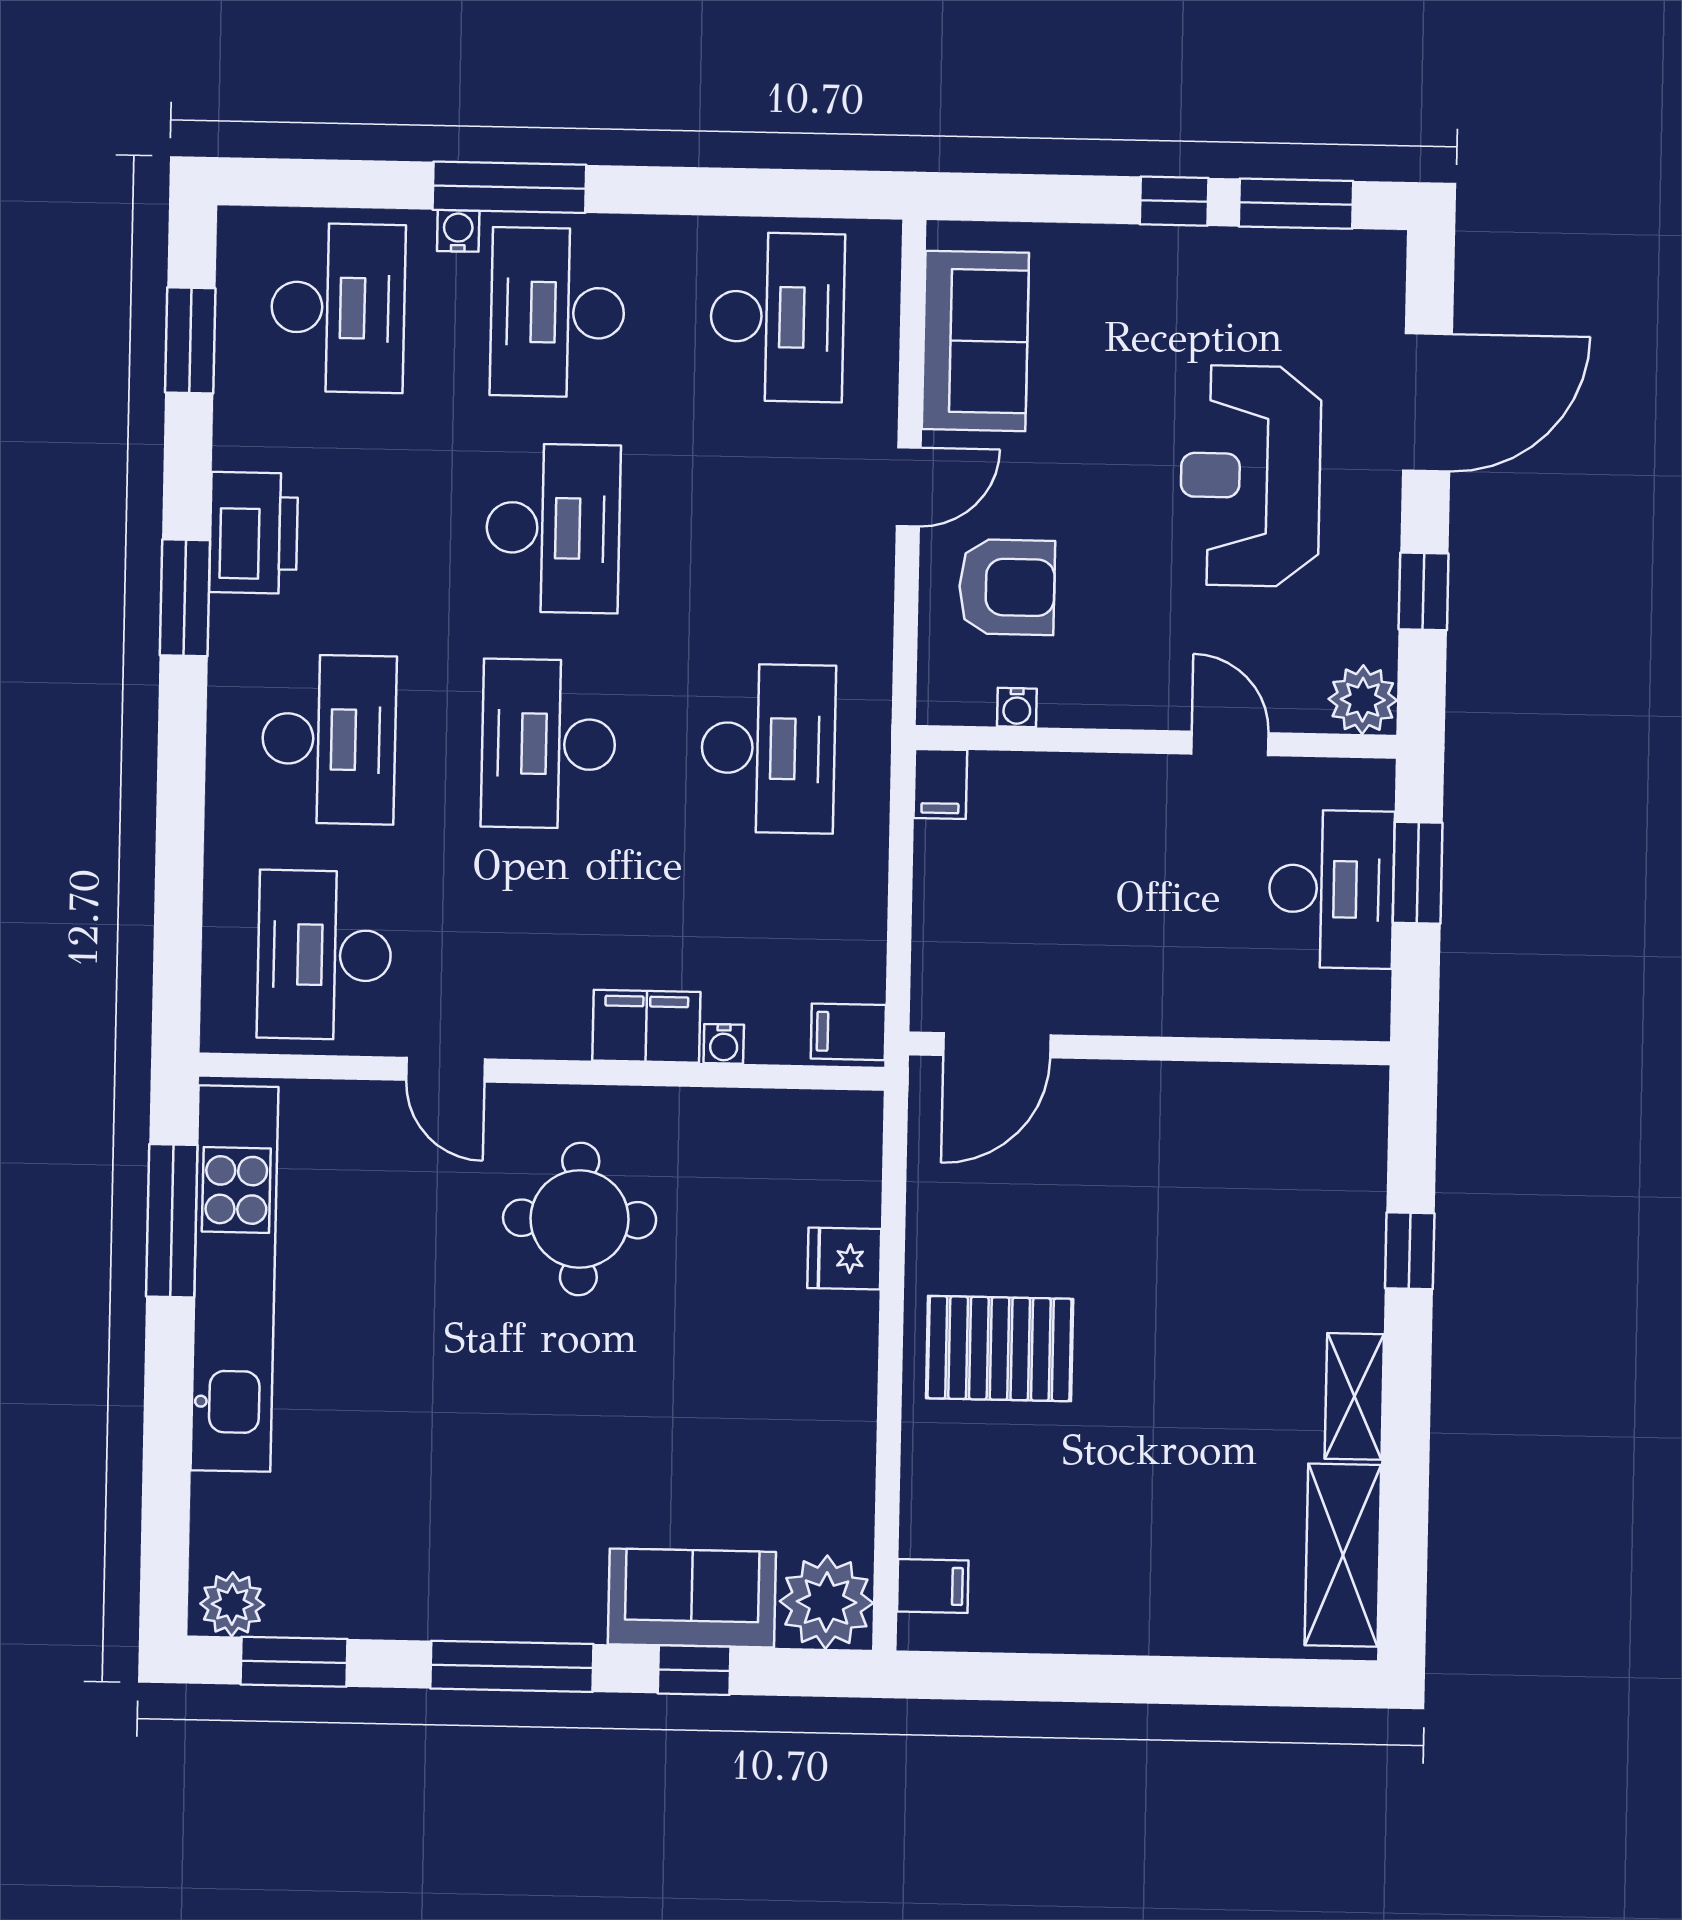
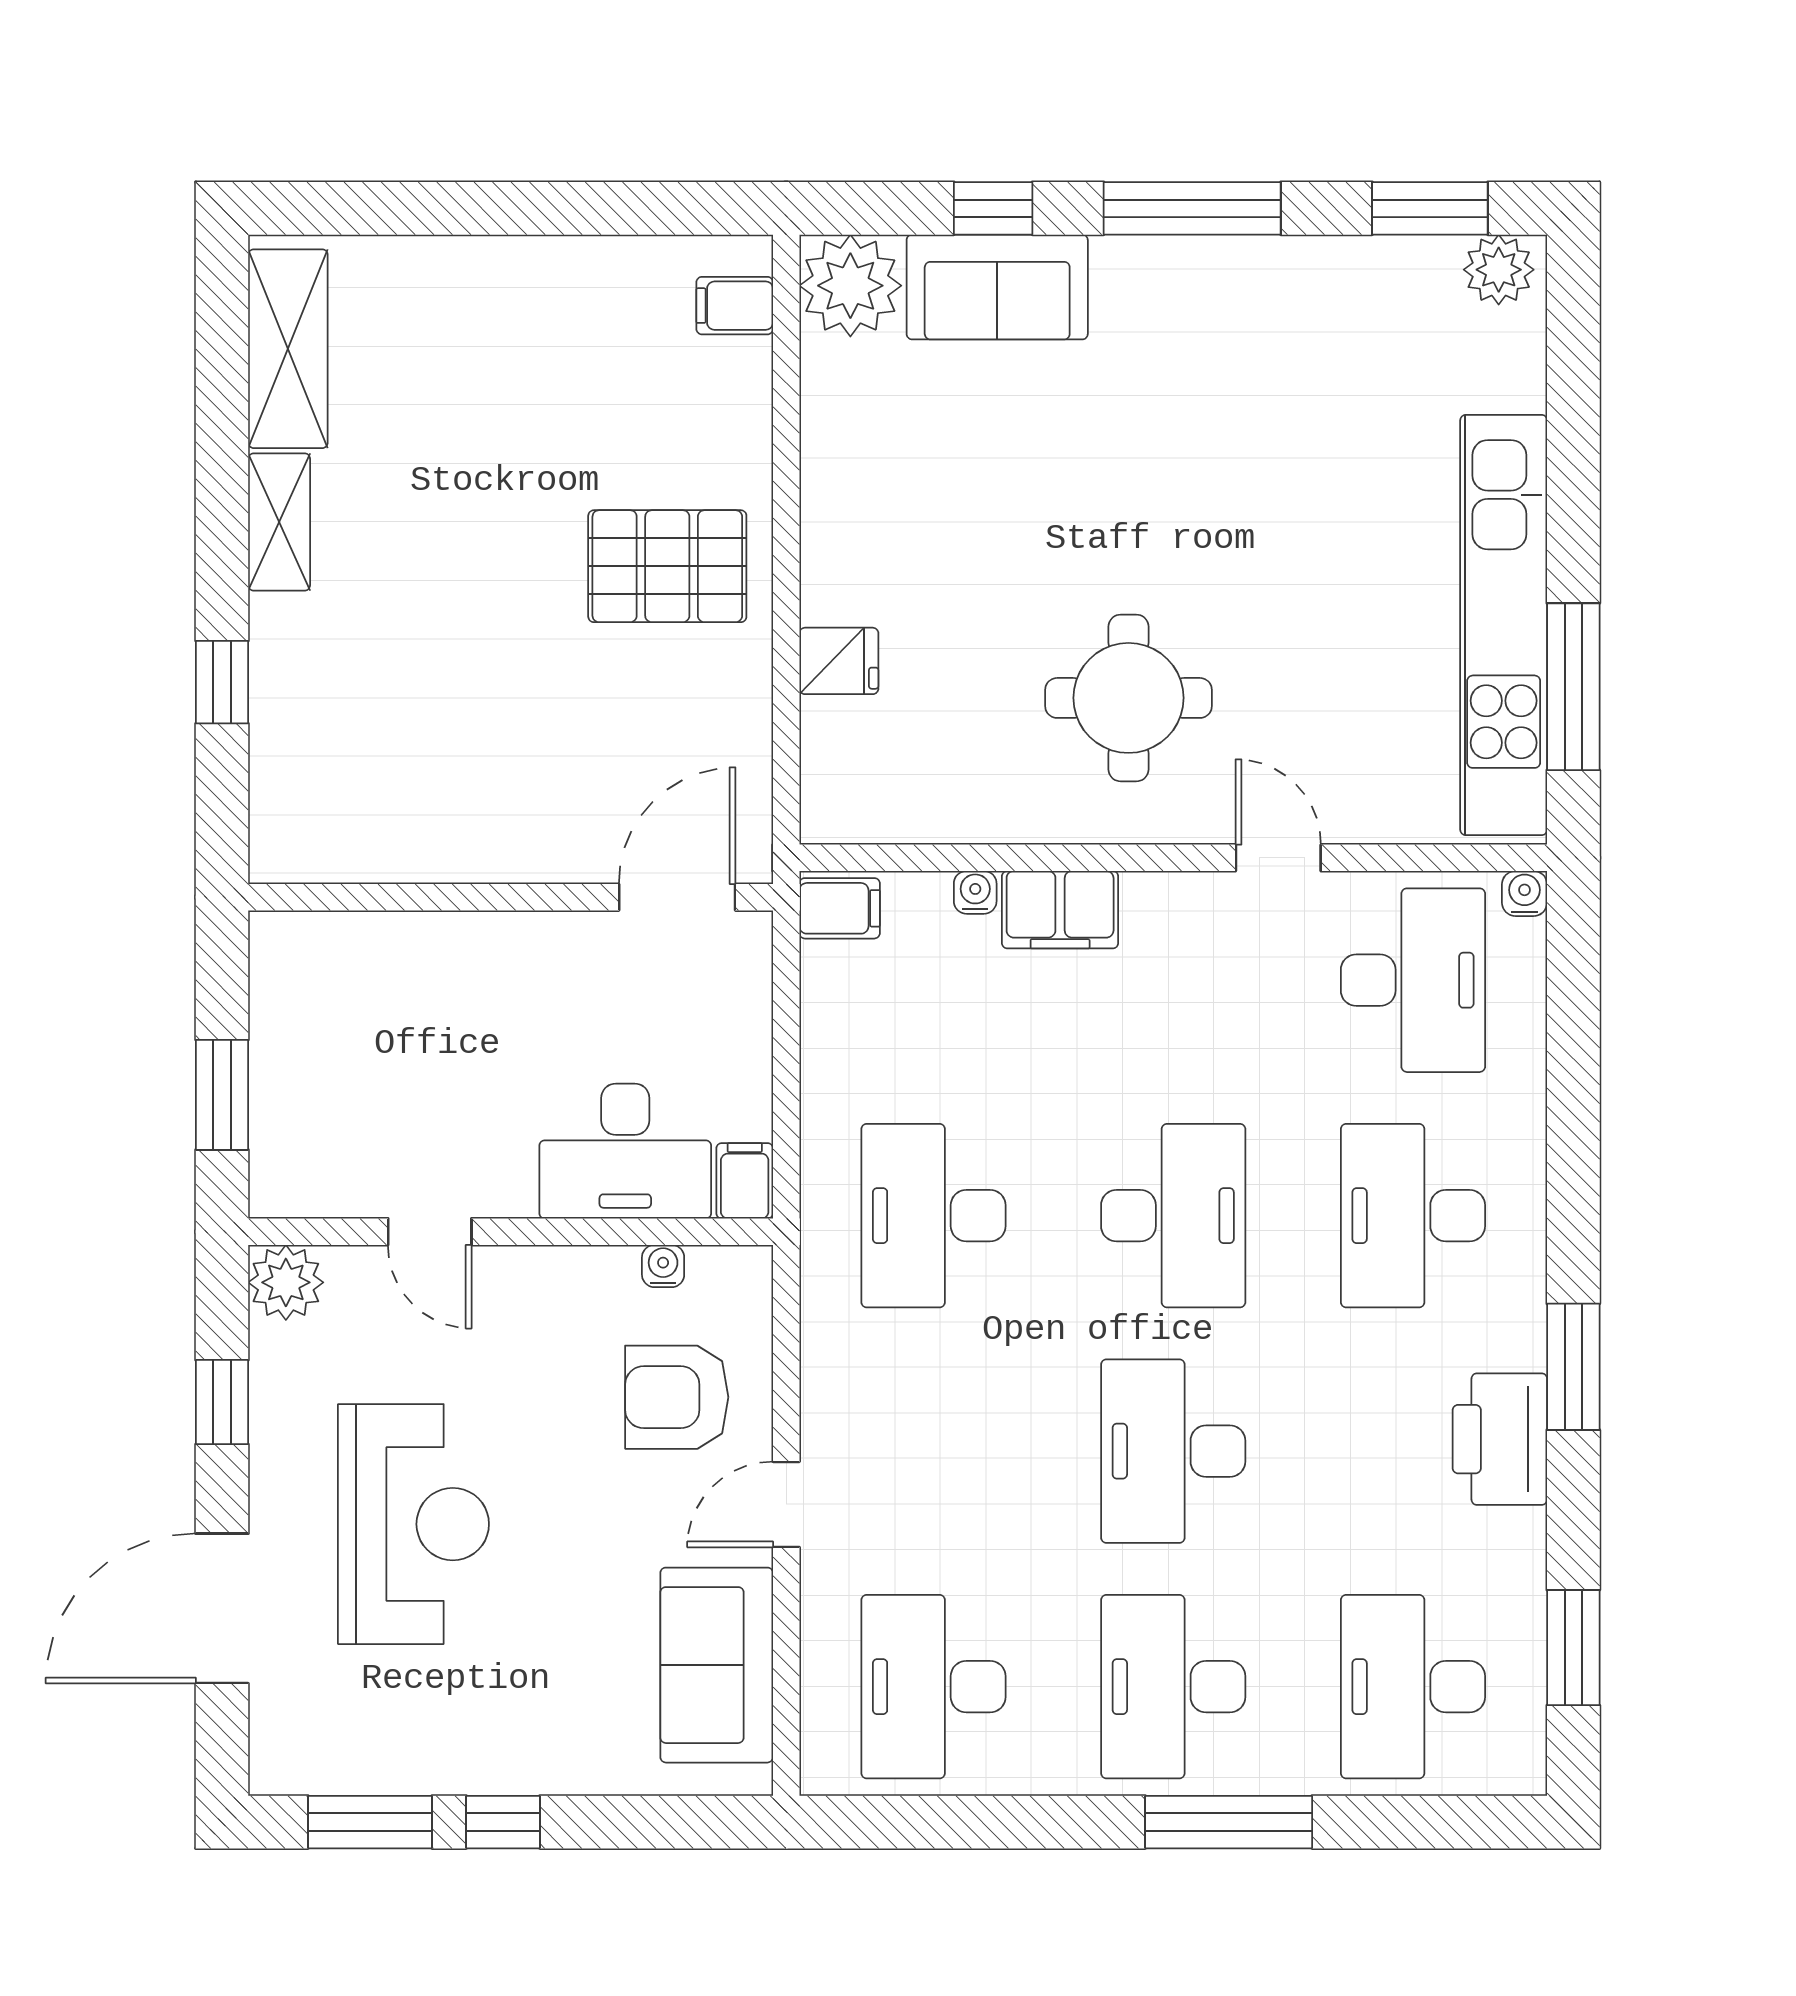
water cooler: (458, 231) -> (1525, 893), moved, turned 180
desk: (558, 312) -> (1173, 1687), turned 180
desk: (1331, 889) -> (625, 1151), moved, turned -90

